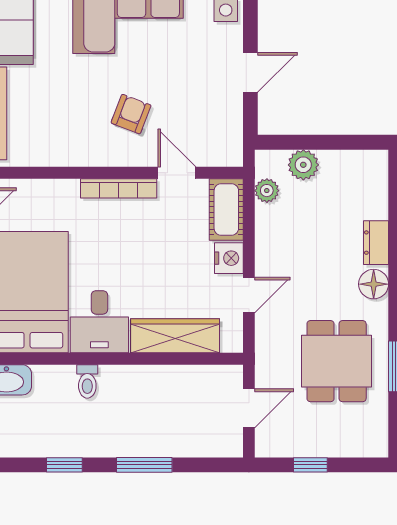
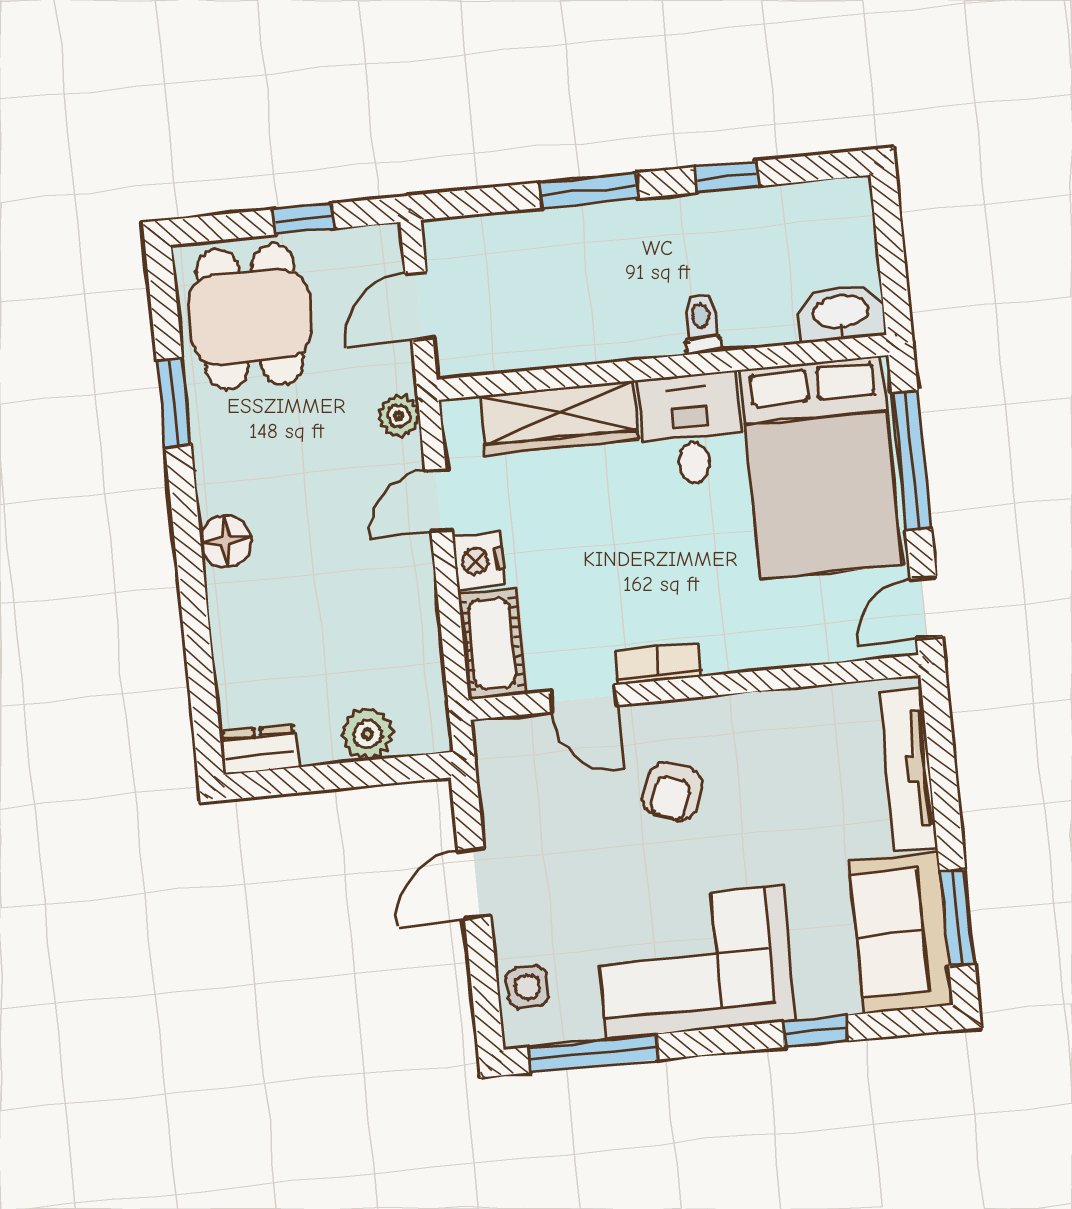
bookcase: (119, 188) -> (657, 664), width x0.64
plant: (267, 191) -> (399, 416), moved
dresser: (376, 243) -> (259, 750), moved, turned -90
dining table: (337, 361) -> (250, 317), moved

